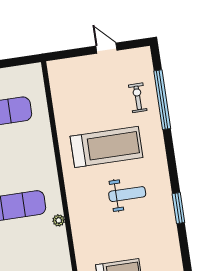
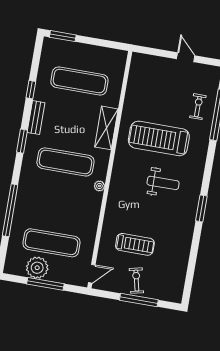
treadmill: (106, 147) -> (159, 138), turned 180
shelving: (45, 154) -> (106, 128), added

